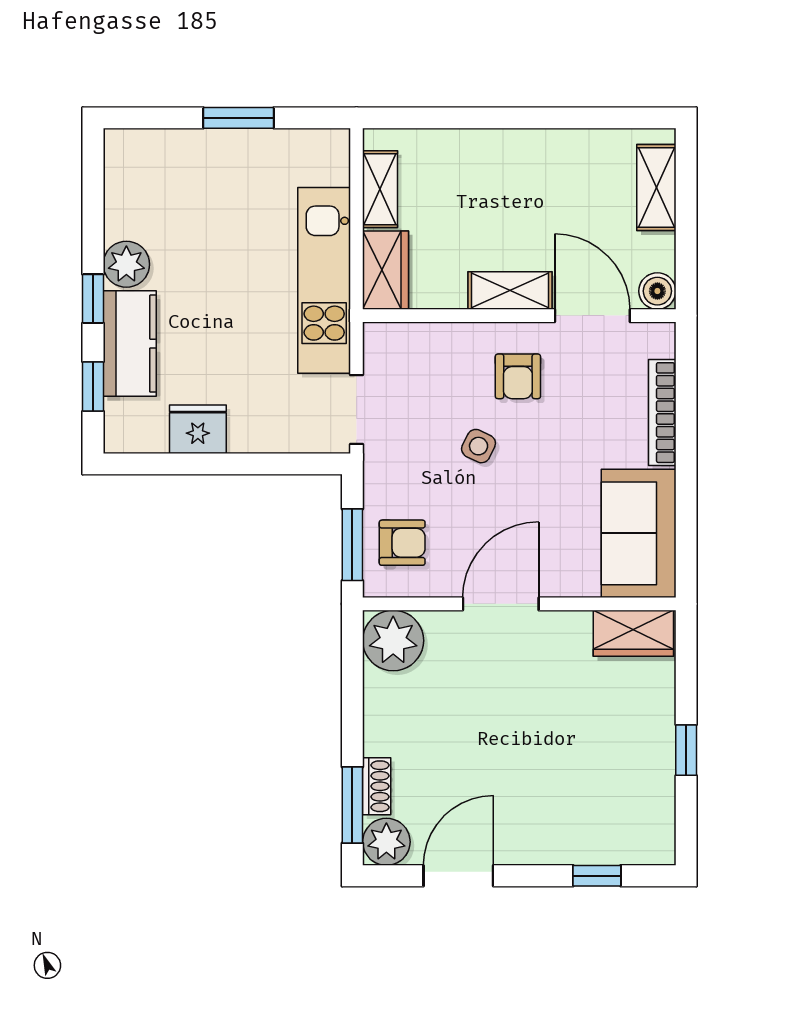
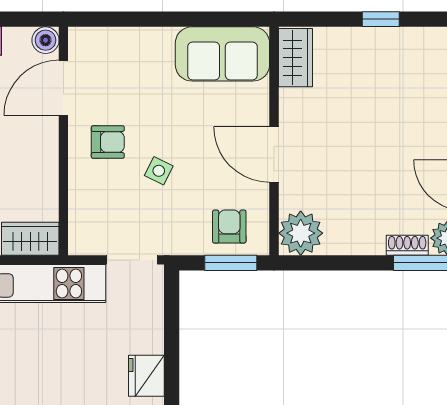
shelving: (510, 291) -> (45, 148), removed
bookcase: (662, 413) -> (134, 37), removed

